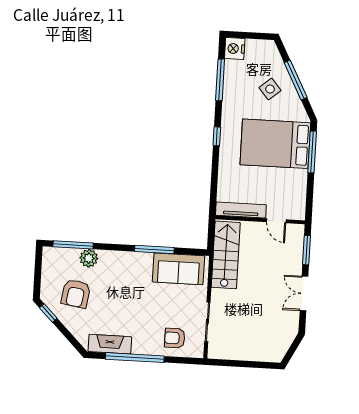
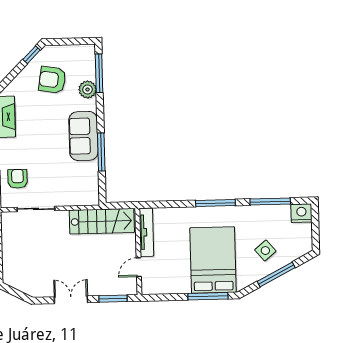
window: (217, 136) -> (215, 203), width x2.17
sofa: (178, 269) -> (83, 136), moved

